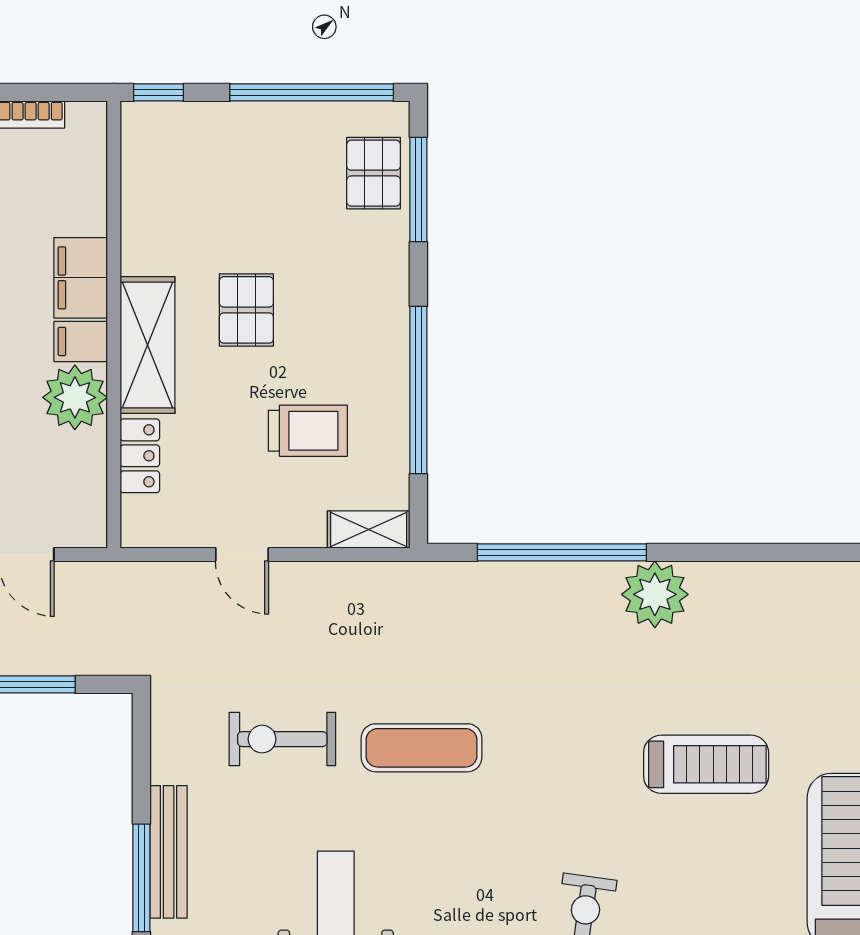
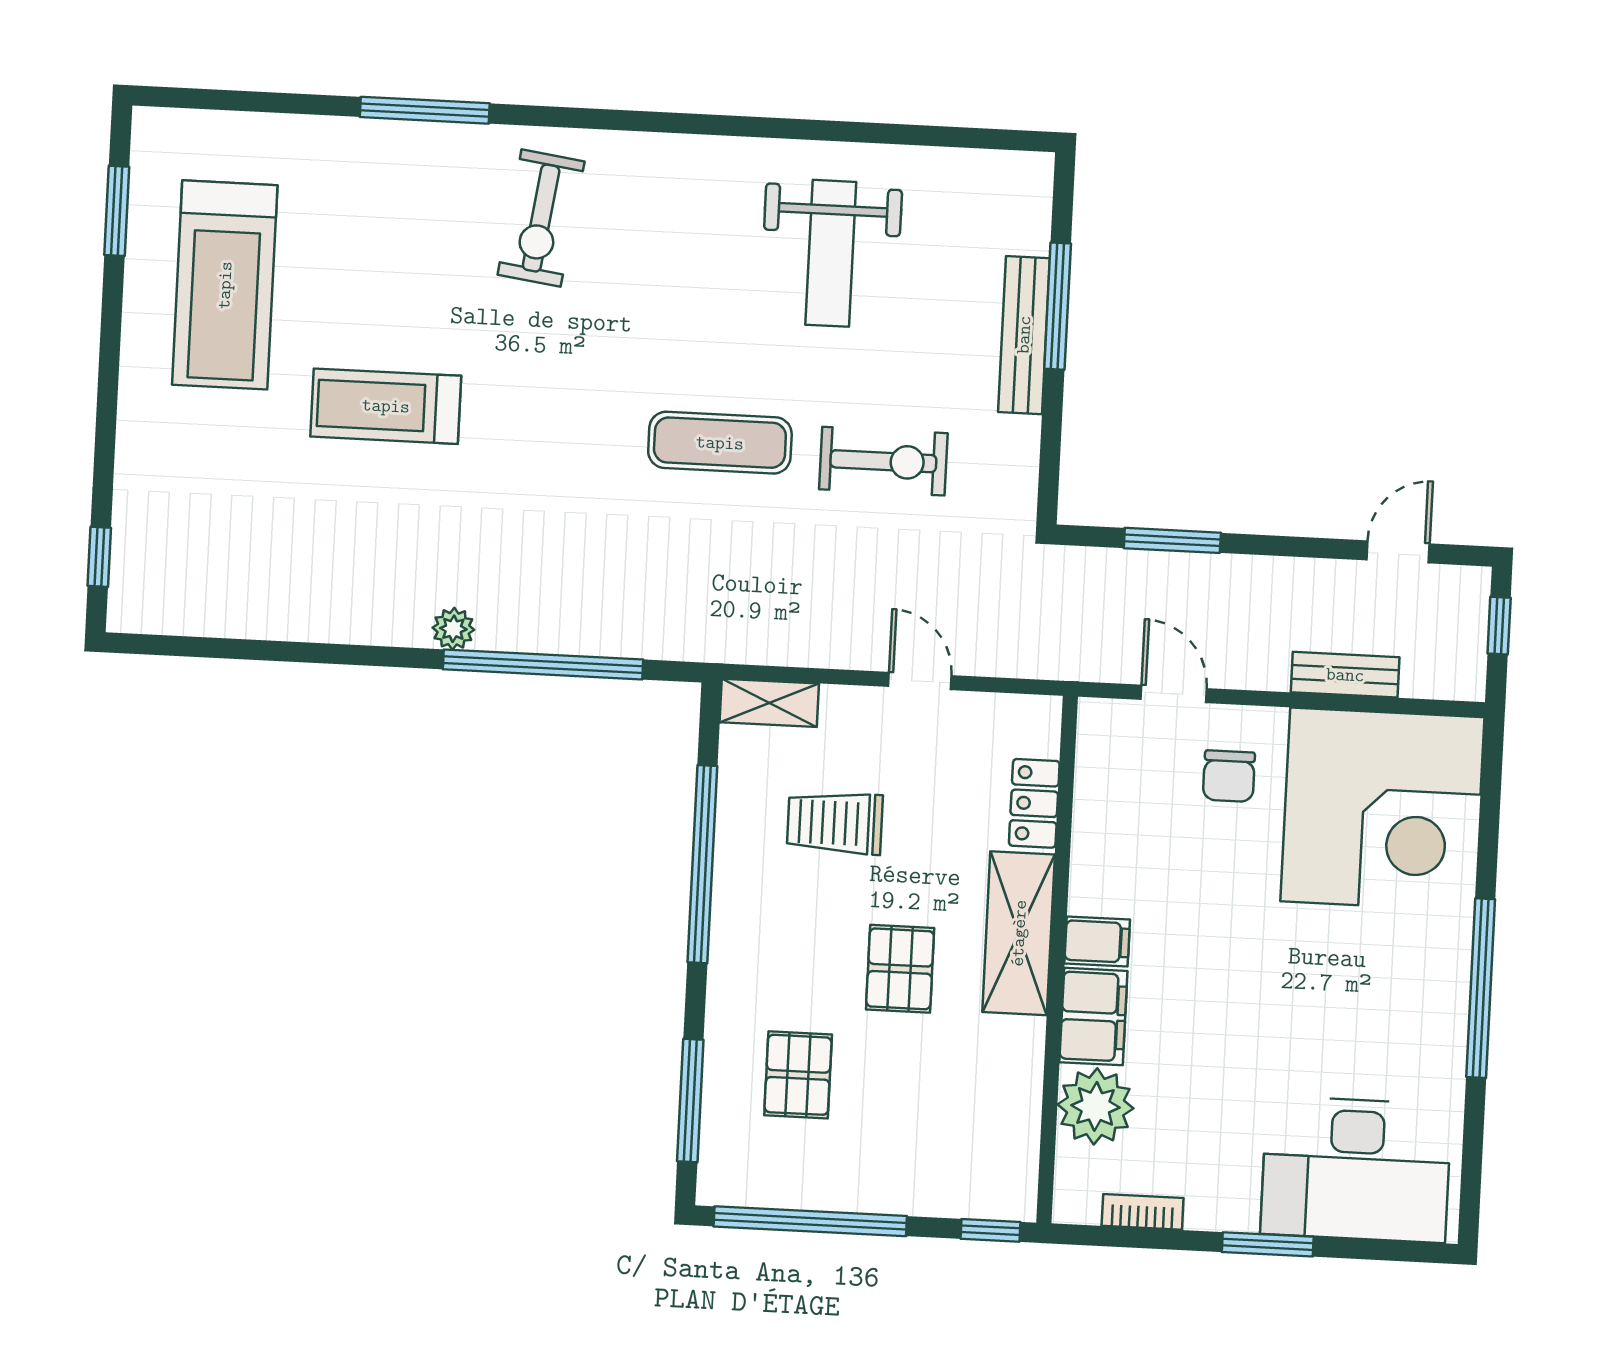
pallet: (374, 173) -> (798, 1075), moved
plant: (75, 397) -> (1096, 1106), moved
plant: (655, 594) -> (453, 629), width x0.53, depth x0.53

